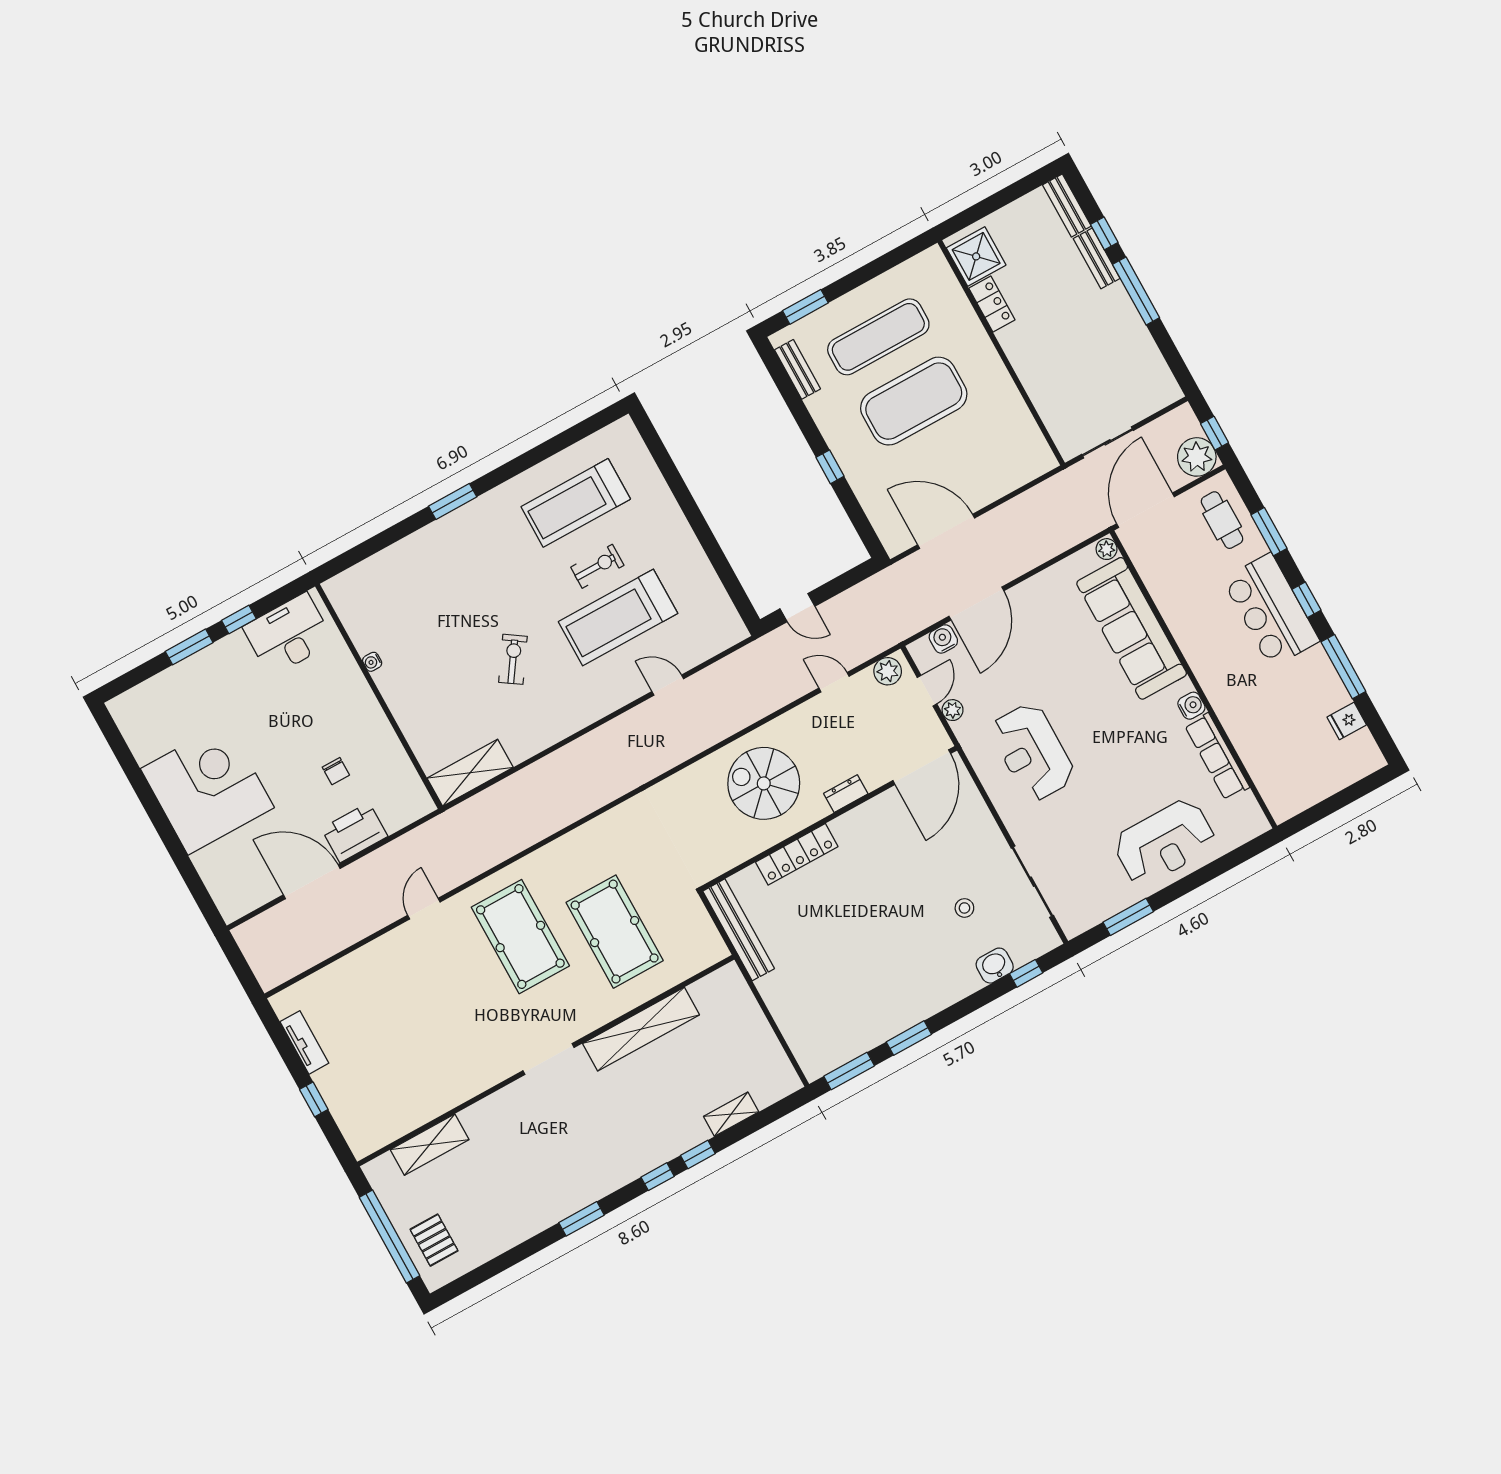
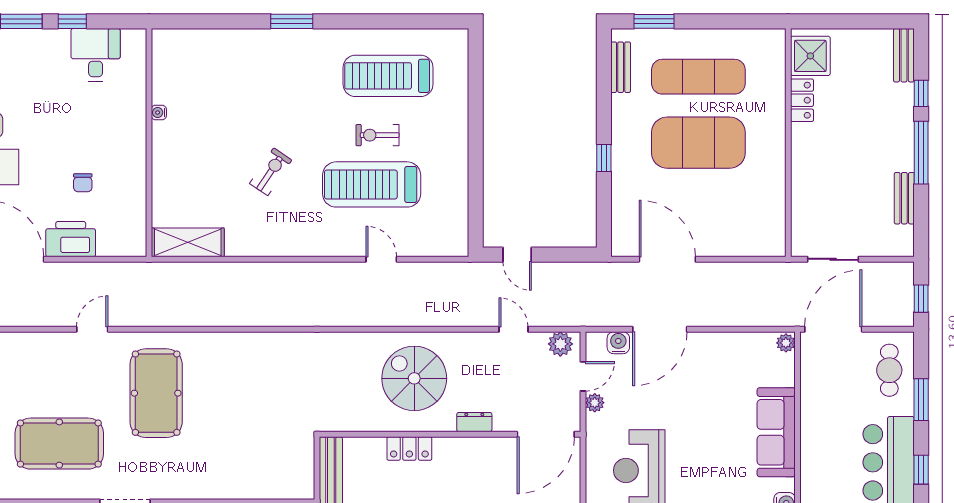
bench: (1097, 258) -> (904, 198), moved
plant: (1197, 457) -> (897, 310), removed
exercise bike: (597, 566) -> (377, 135), turned 180
sofa: (1132, 628) -> (776, 432), width x0.74, depth x0.79
desk: (288, 635) -> (96, 55), width x0.73
locker: (797, 854) -> (409, 448), width x0.66
pool table: (615, 932) -> (59, 444), moved, turned 90

